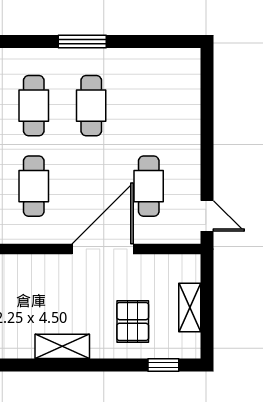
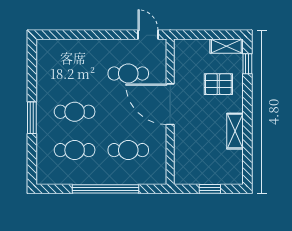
door: (207, 216) -> (148, 35), hinge flipped
shelving: (190, 307) -> (226, 46), moved

